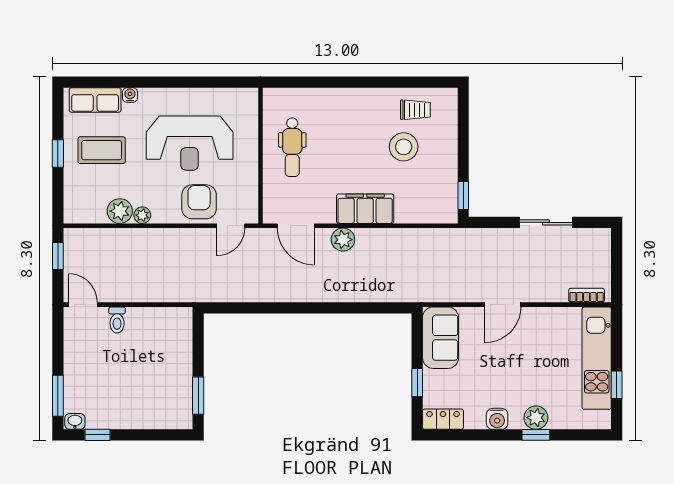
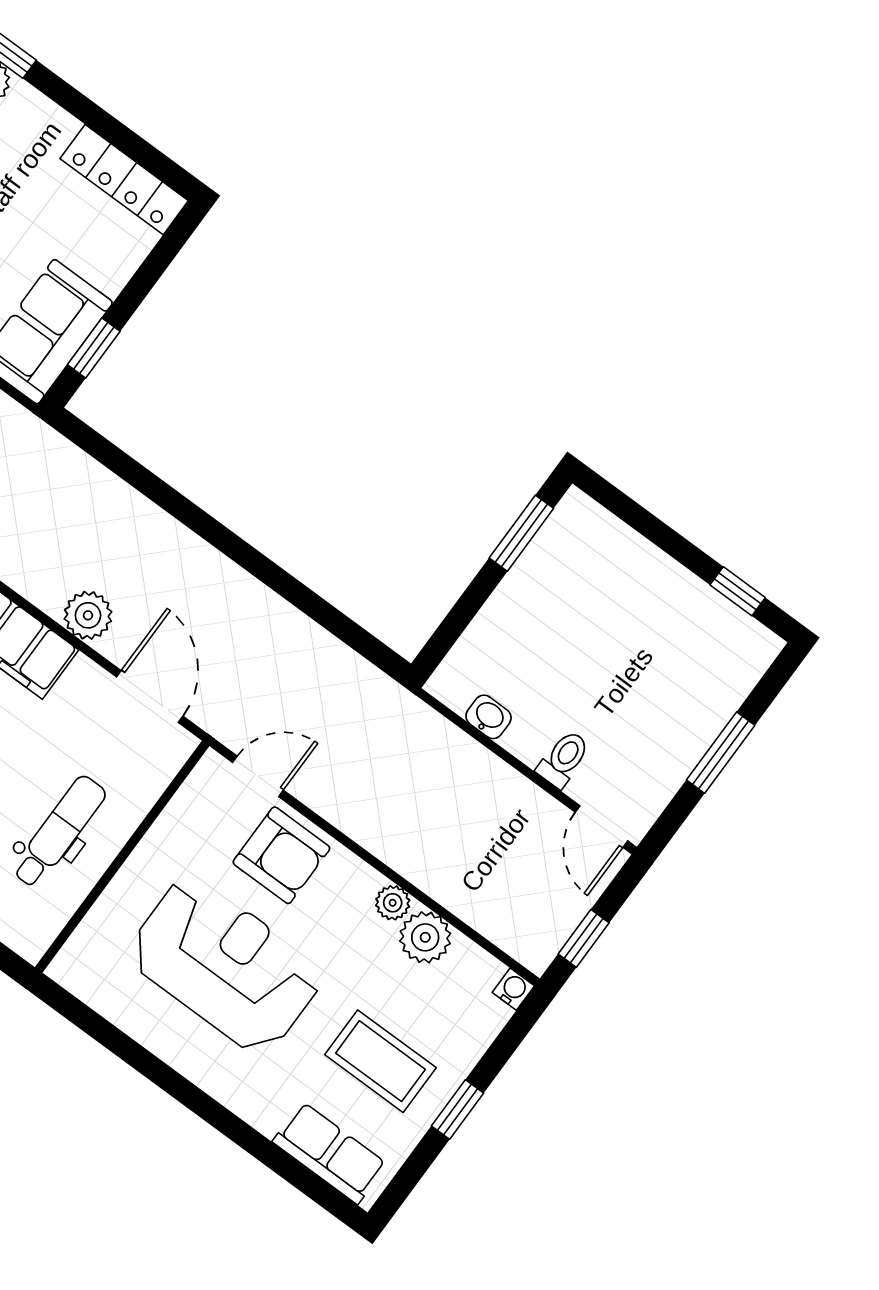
water cooler: (130, 95) -> (513, 989), moved, turned 180
armchair: (199, 202) -> (281, 855), turned -90
window: (417, 383) -> (94, 348), moved
window: (58, 396) -> (721, 753), moved
locker: (443, 419) -> (124, 180), width x1.53
water cooler: (497, 419) -> (51, 127), removed
washbasin: (75, 421) -> (489, 717), moved, turned 180

